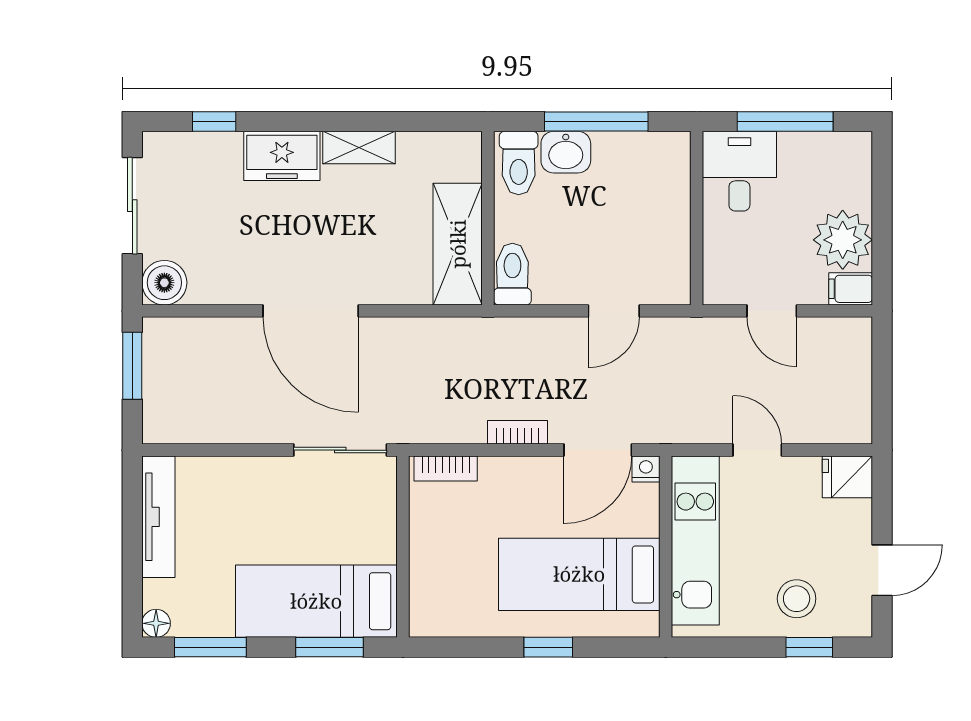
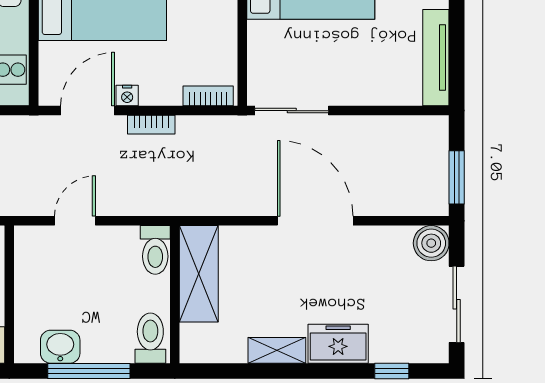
washbasin: (566, 152) -> (60, 347), moved
nightstand: (646, 469) -> (127, 96), moved

